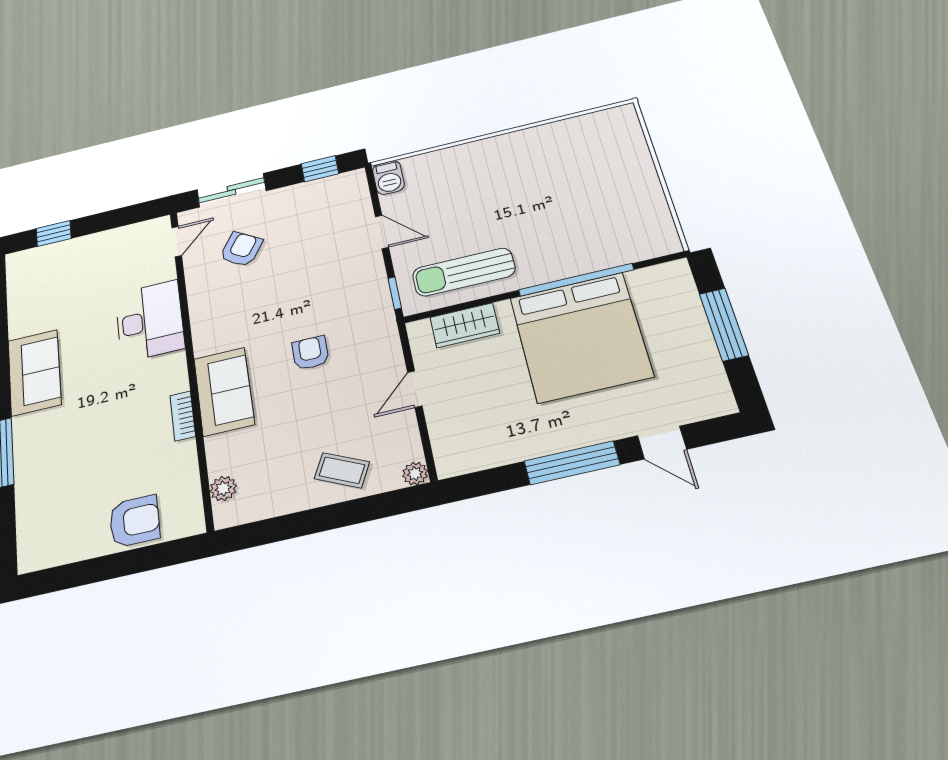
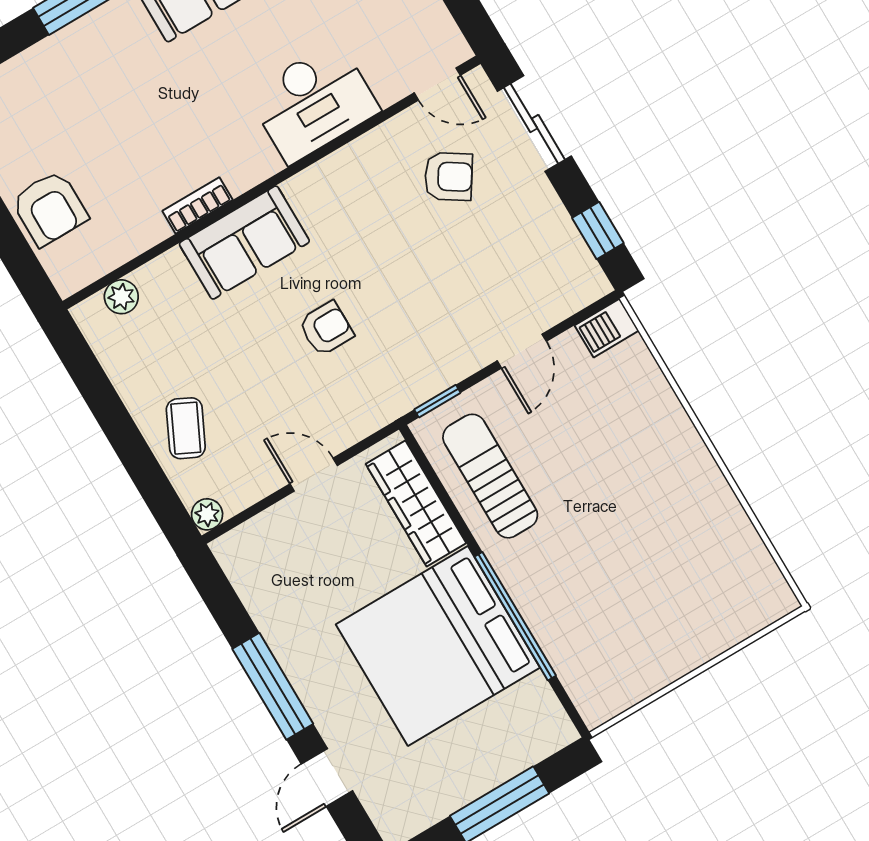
wardrobe: (465, 325) -> (416, 503), width x1.50

